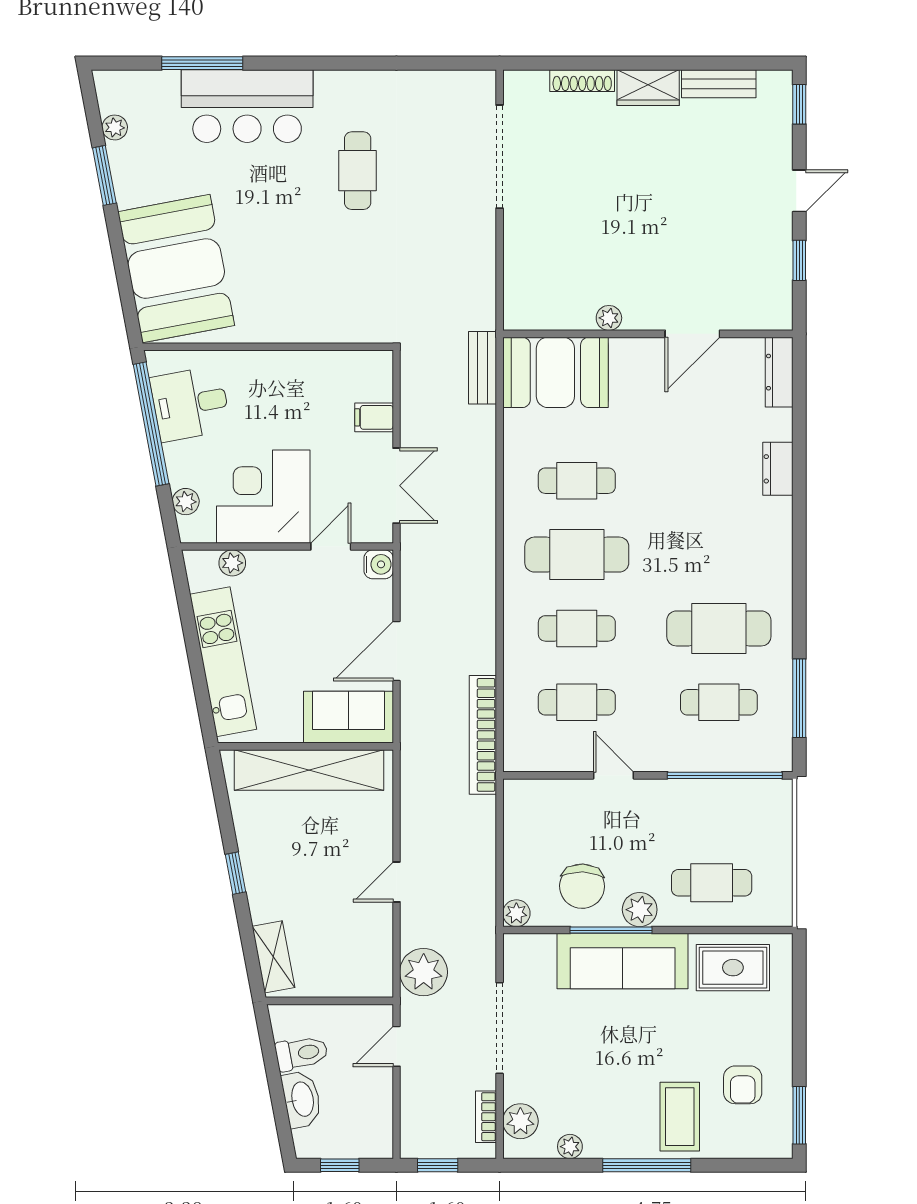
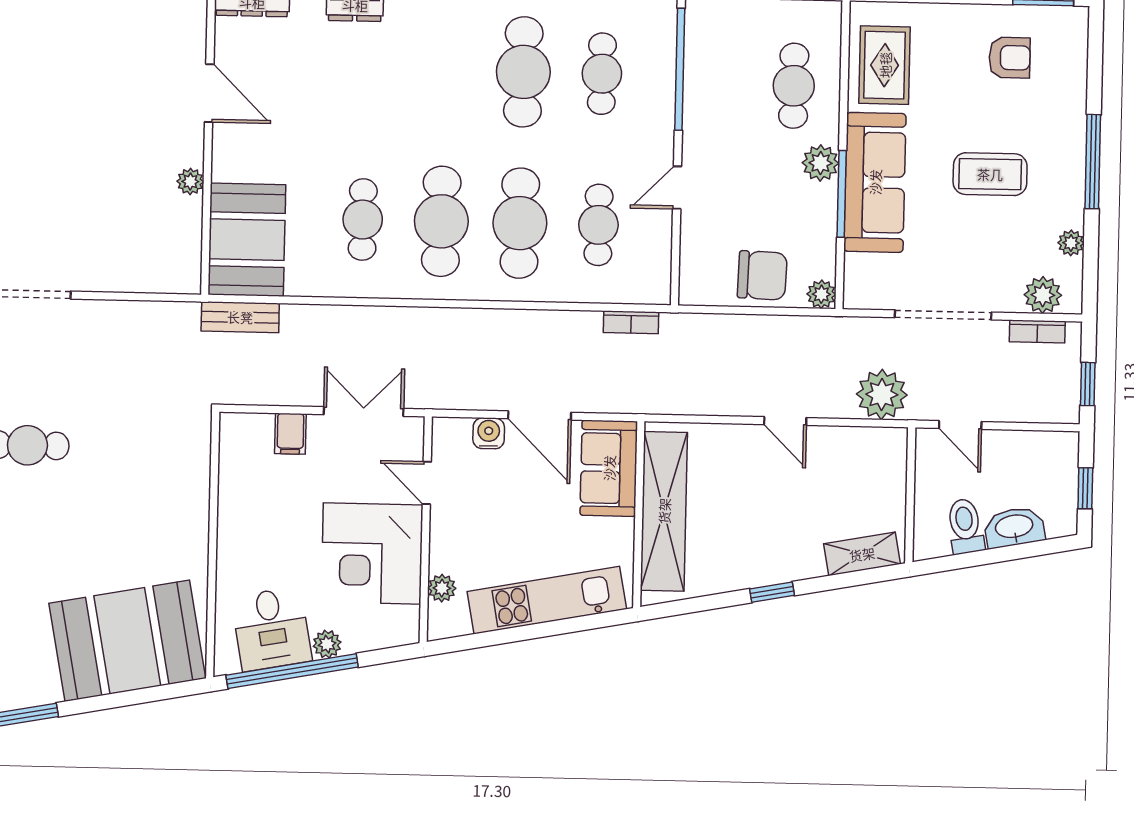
plant: (186, 502) -> (327, 644), moved
water cooler: (379, 564) -> (489, 433), moved
cafe table: (577, 628) -> (520, 223), width x1.37, depth x1.35
bookcase: (483, 735) -> (631, 322), width x0.43, depth x0.76
chair: (582, 886) -> (762, 275), moved
coffee table: (680, 1117) -> (990, 174), moved

